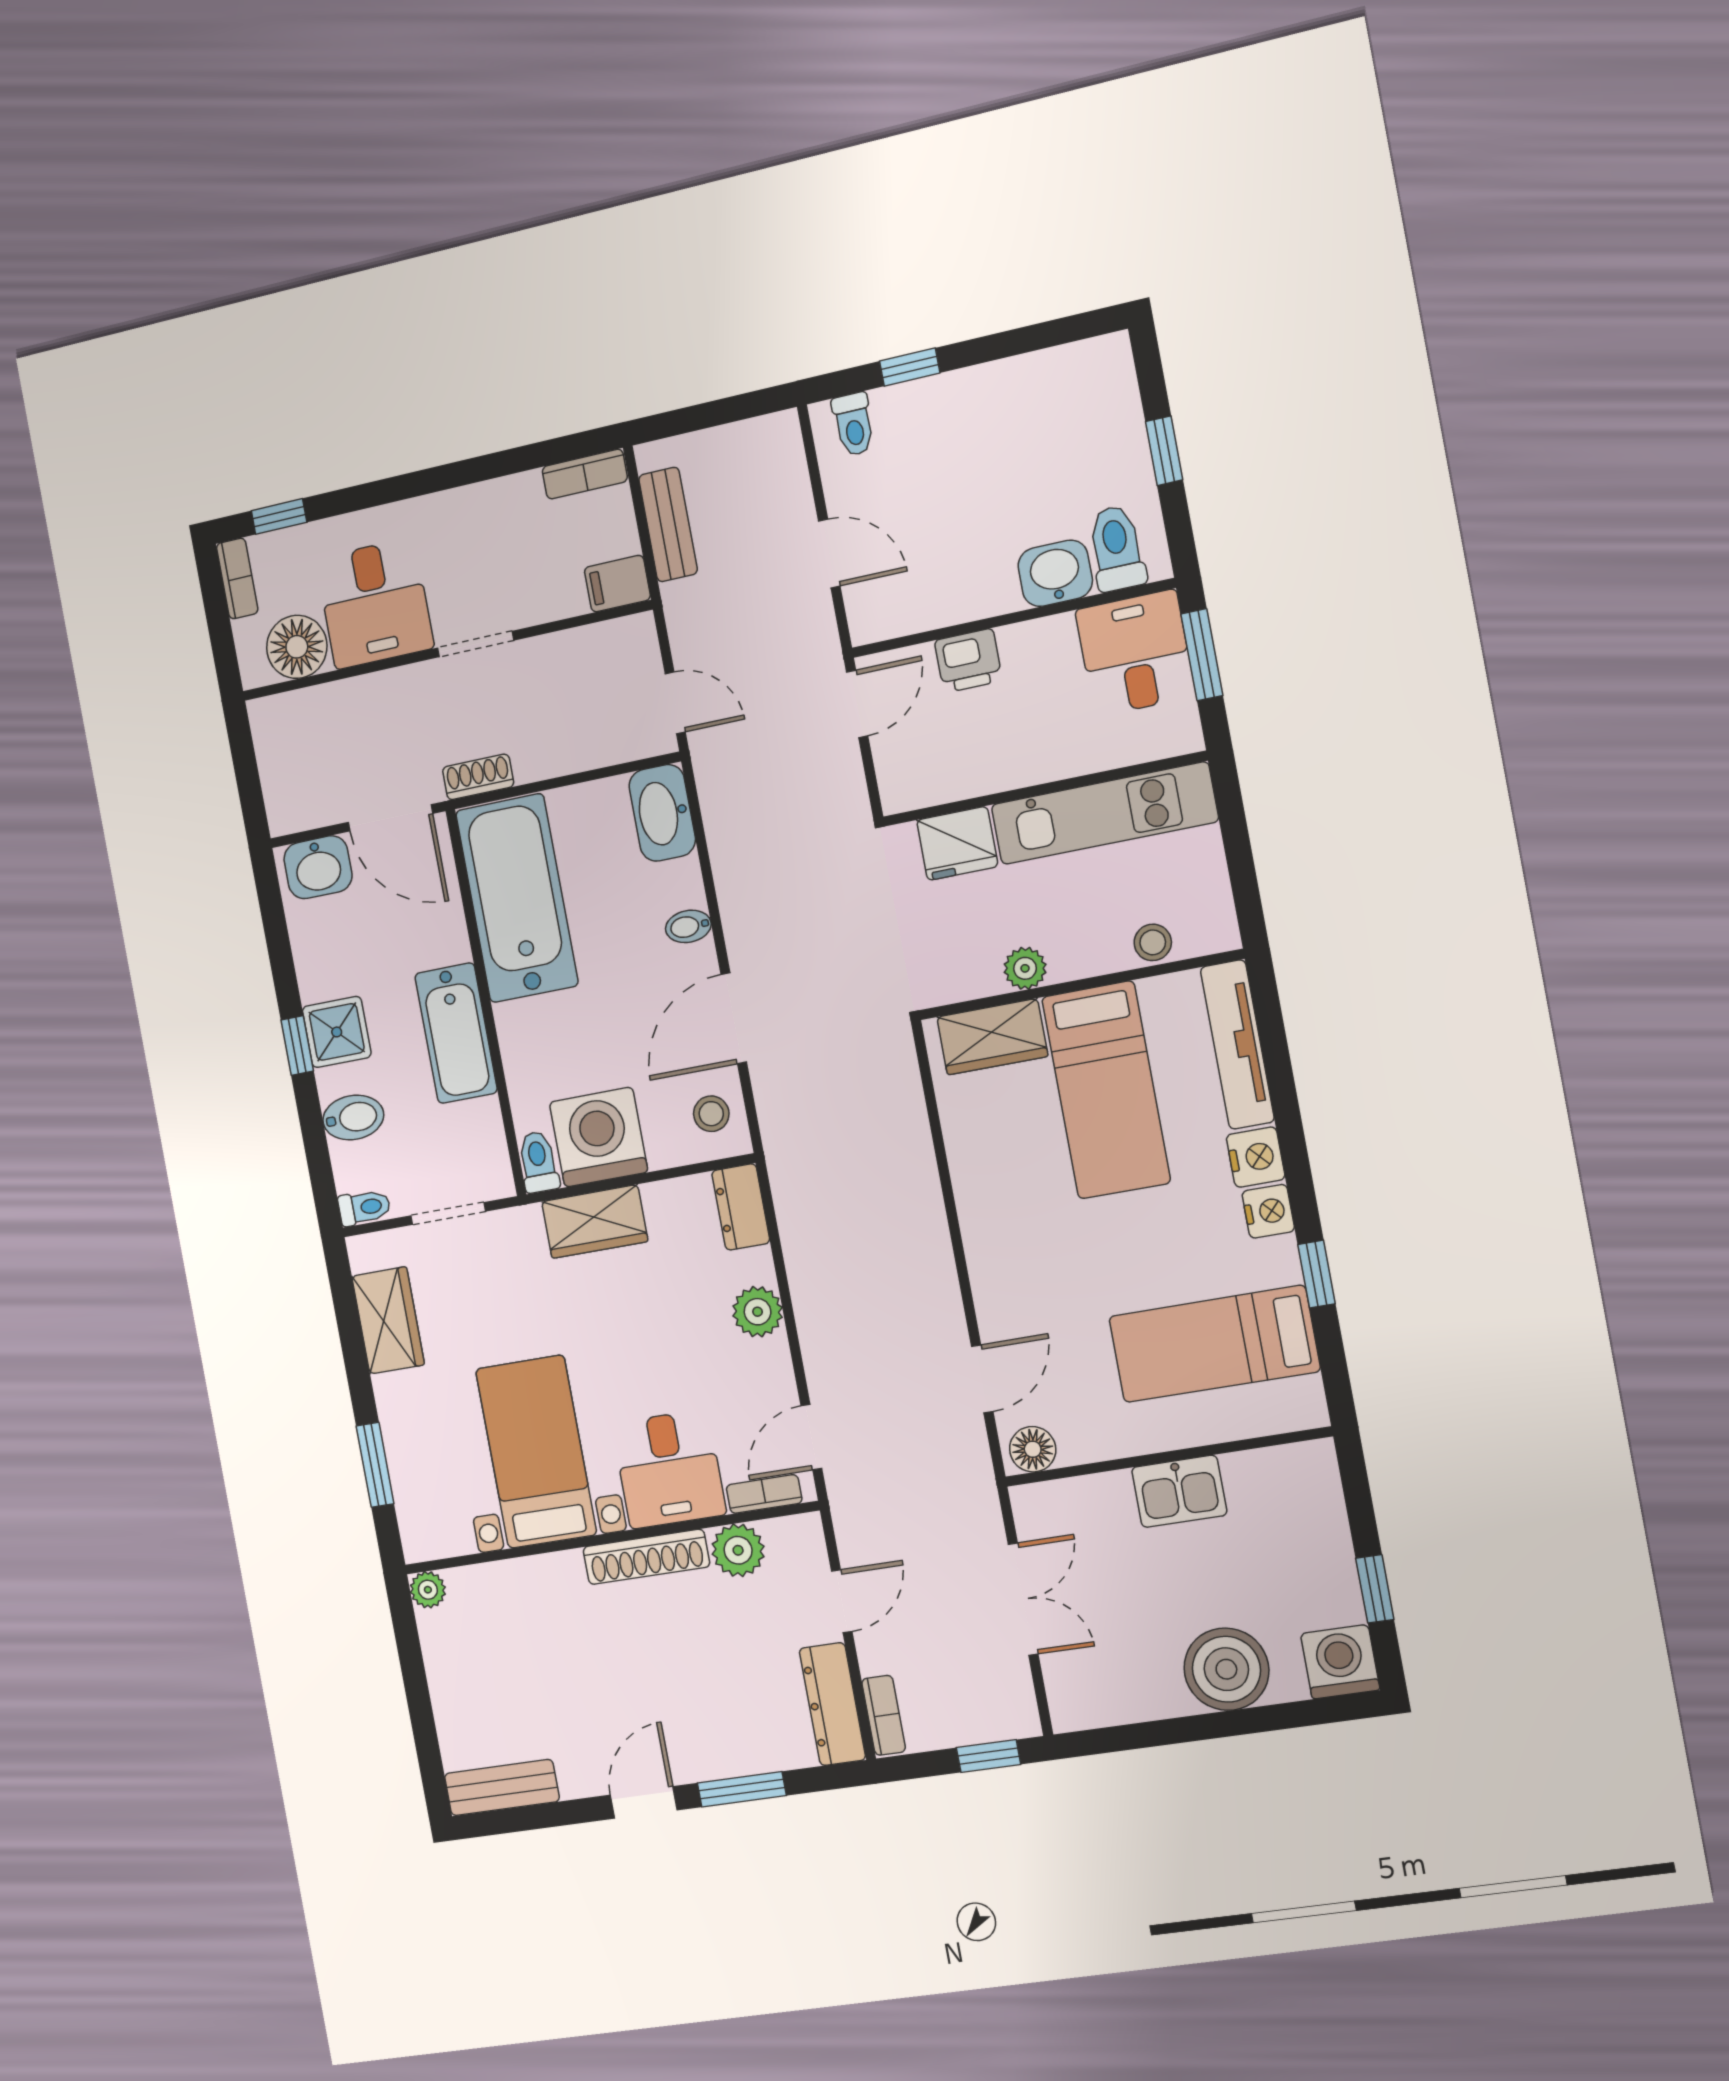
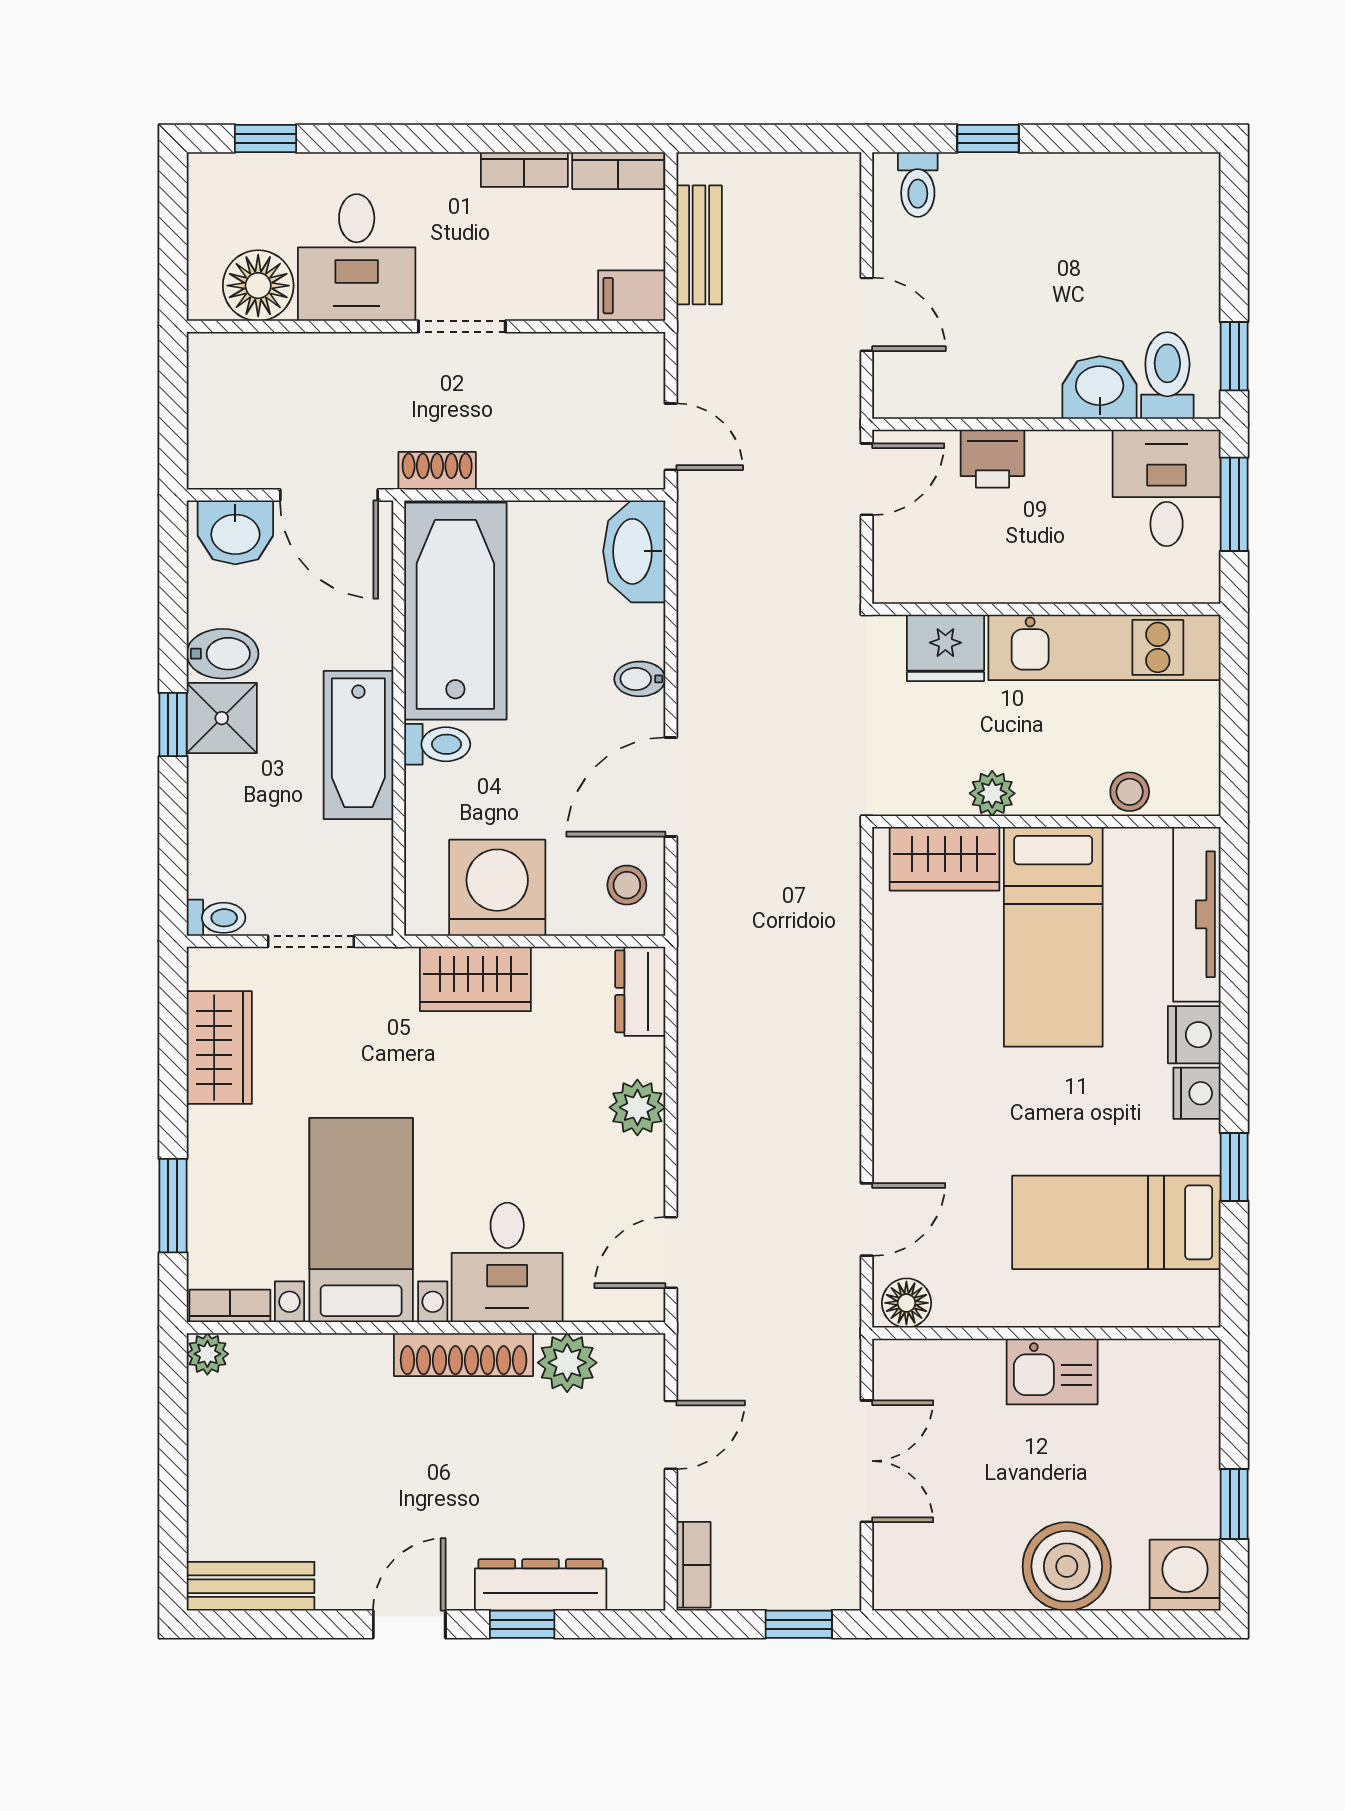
window: (1164, 451) -> (1234, 356), moved
bookcase: (237, 578) -> (524, 170), moved, turned 90
bidet: (353, 1117) -> (223, 654), moved
toilet: (538, 1162) -> (437, 744), moved, turned 90
bookcase: (764, 1494) -> (230, 1306), moved
dresser: (832, 1704) -> (541, 1585), moved, turned 90
window: (742, 1789) -> (522, 1624), width x0.67

